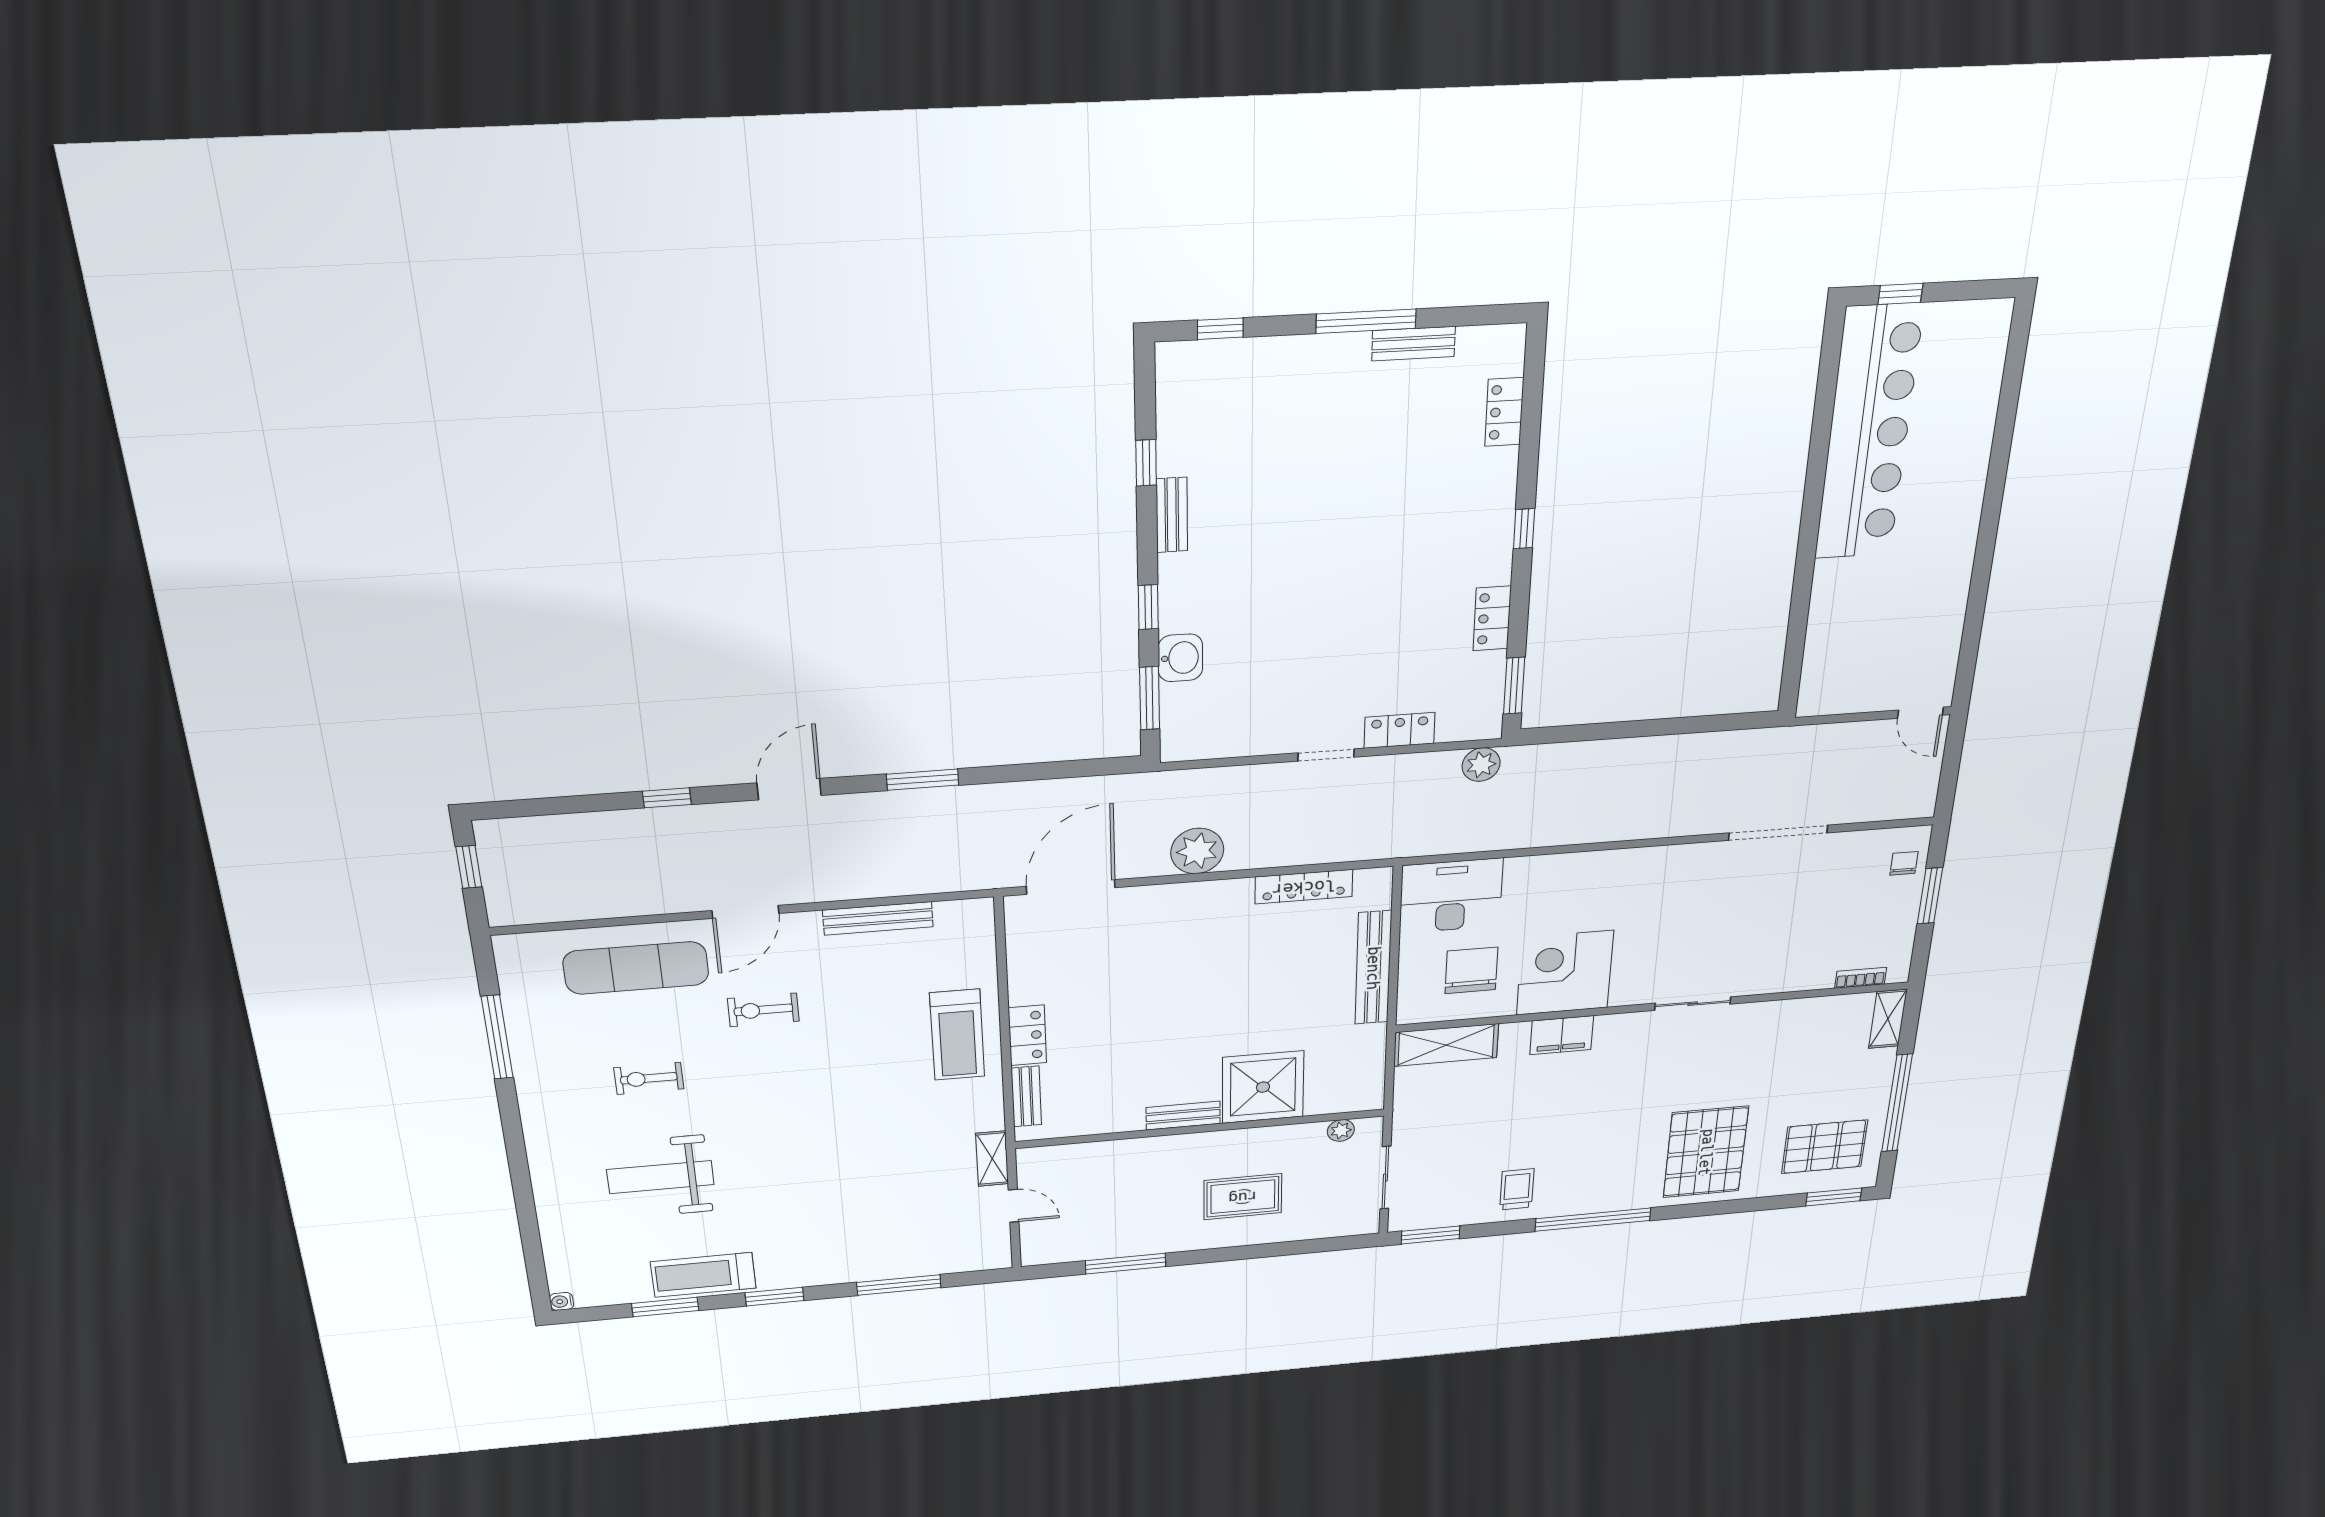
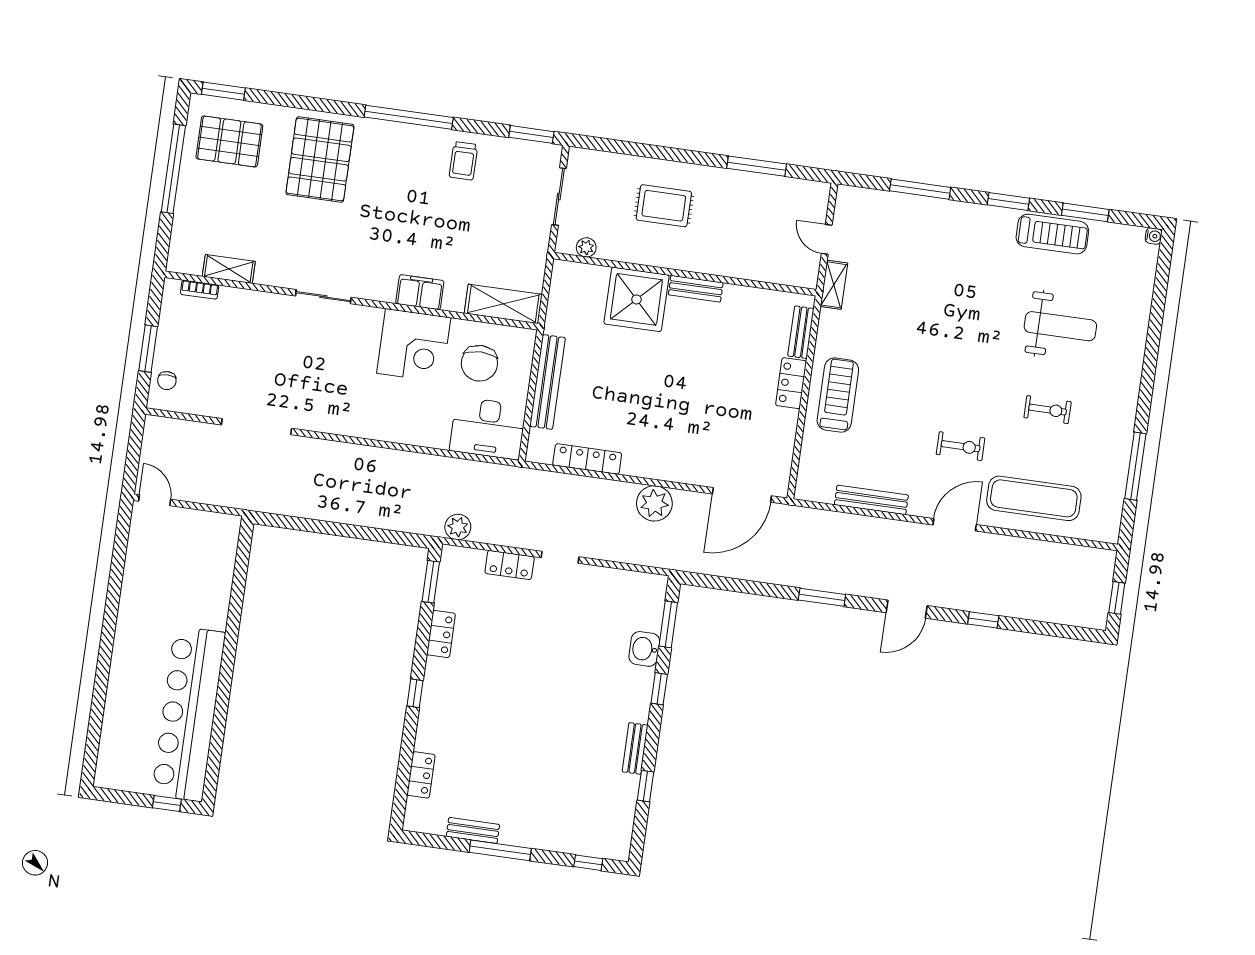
shelving: (1888, 1019) -> (229, 269), moved, turned 90

